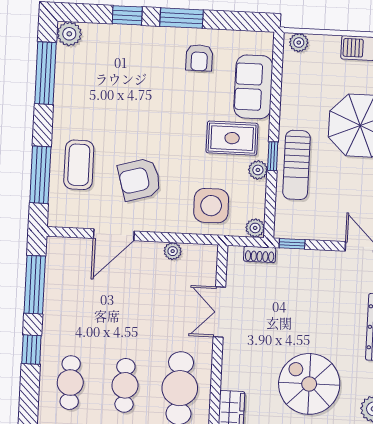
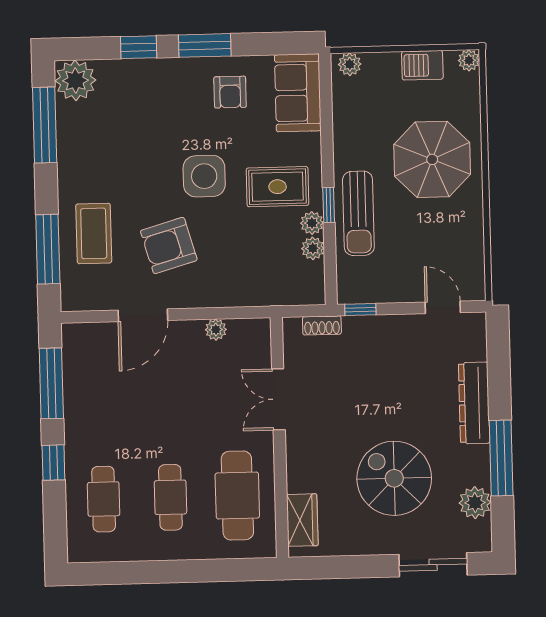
plant: (69, 34) -> (75, 80), width x1.36, depth x1.36
sofa: (253, 87) -> (298, 93), moved
side table: (211, 206) -> (204, 176), moved
plant: (255, 228) -> (313, 248), moved

